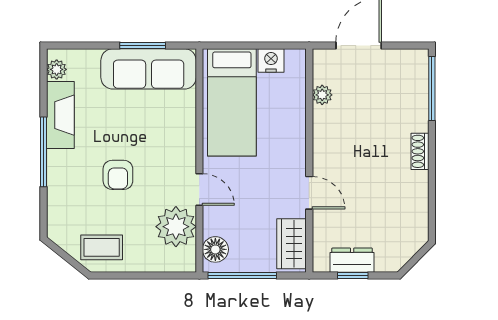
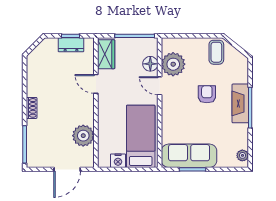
plant: (322, 95) -> (83, 136), width x1.88, depth x1.88
fireplace: (60, 115) -> (240, 103), moved
coffee table: (102, 247) -> (216, 52), turned 90
floor lamp: (215, 249) -> (150, 64), moved

